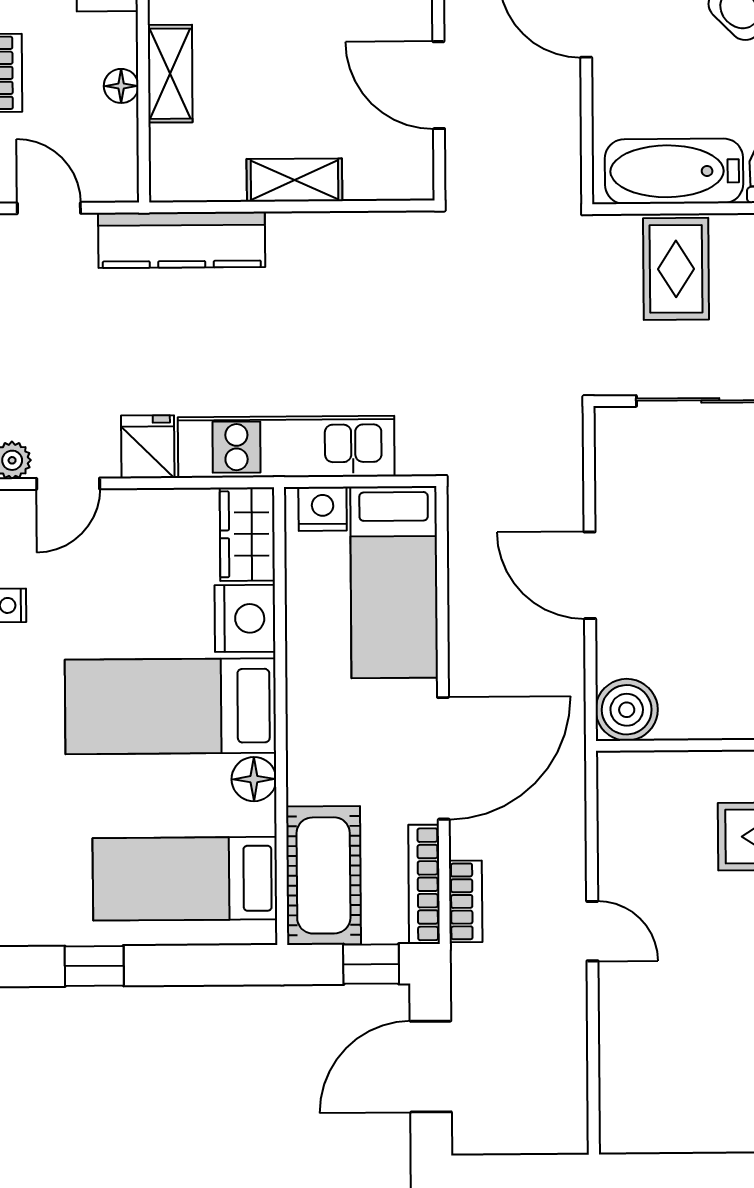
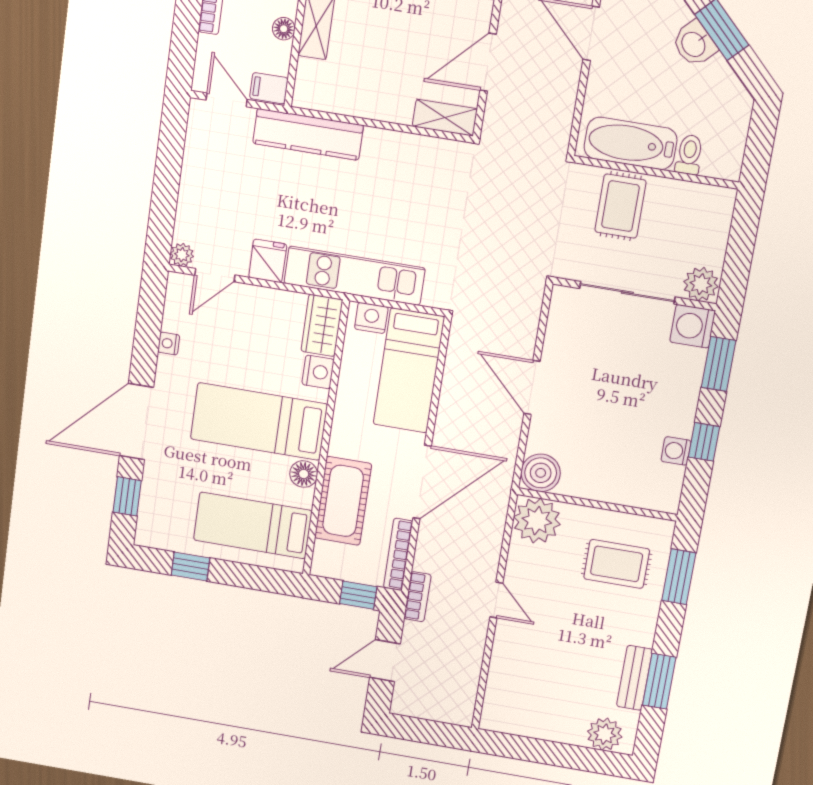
door: (439, 85) -> (488, 62), hinge flipped
filing cabinet: (111, 180) -> (269, 88), added
shelving: (294, 180) -> (445, 118), moved
nightstand: (245, 618) -> (318, 372), width x0.74, depth x0.75
plant: (634, 788) -> (537, 521), added
cot: (323, 875) -> (343, 501), moved
bookcase: (466, 901) -> (417, 597), moved
door: (431, 1067) -> (385, 661), width x0.73

